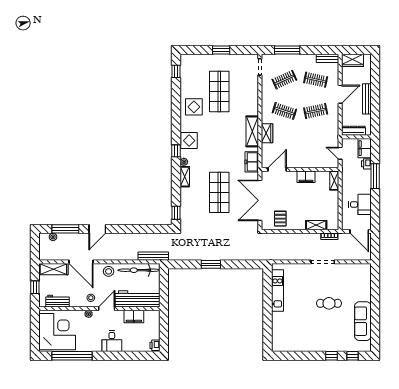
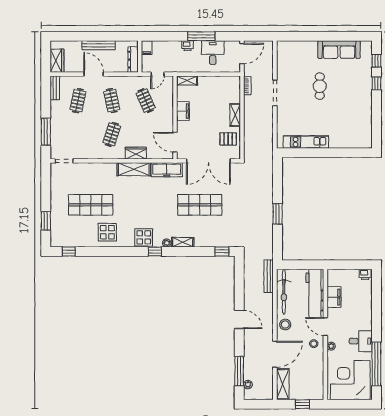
window: (221, 50) -> (46, 221), moved
clothes rail: (284, 80) -> (146, 101), moved
filing cabinet: (365, 148) -> (147, 48), width x0.50
freezer: (252, 162) -> (167, 170), width x1.40
printer: (366, 164) -> (188, 46), moved
window: (375, 176) -> (201, 36), moved
shelving: (316, 225) -> (235, 115), moved
door: (97, 229) -> (239, 319), moved
workbench: (58, 301) -> (317, 380), removed
desk: (112, 341) -> (361, 341), moved

